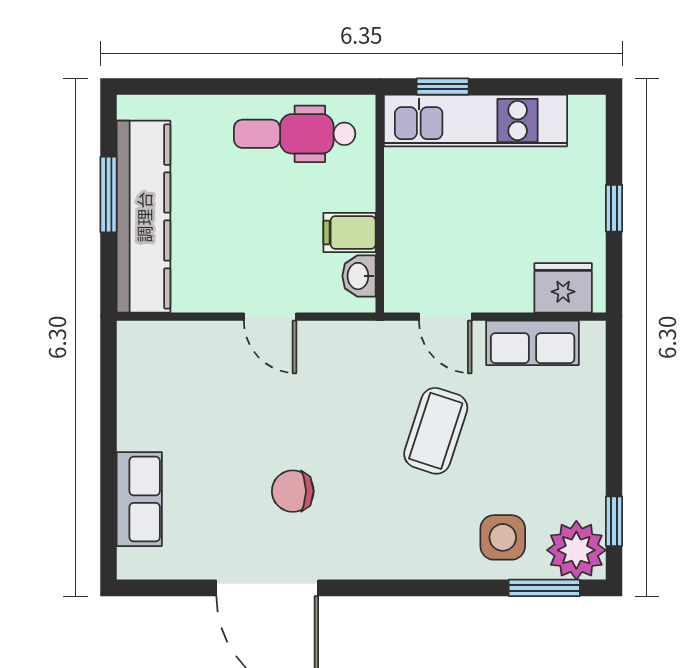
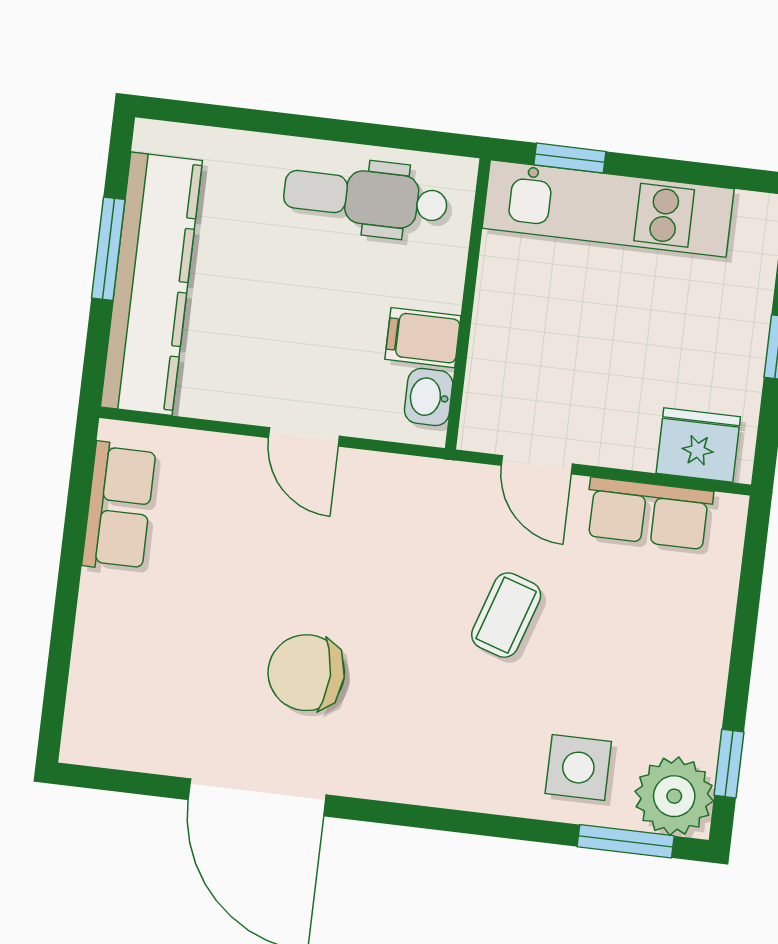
coffee table: (436, 431) -> (506, 615), width x0.73, depth x0.77
chair: (293, 491) -> (306, 673), width x1.37, depth x1.37
row of seats: (139, 499) -> (119, 507), moved

